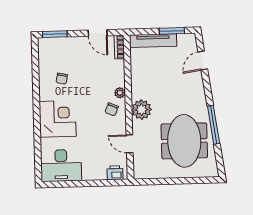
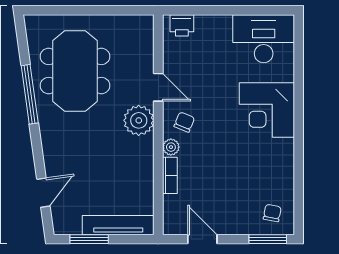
bookcase: (119, 47) -> (170, 175), moved
chair: (62, 79) -> (272, 213), moved
door: (130, 144) -> (158, 87), moved

